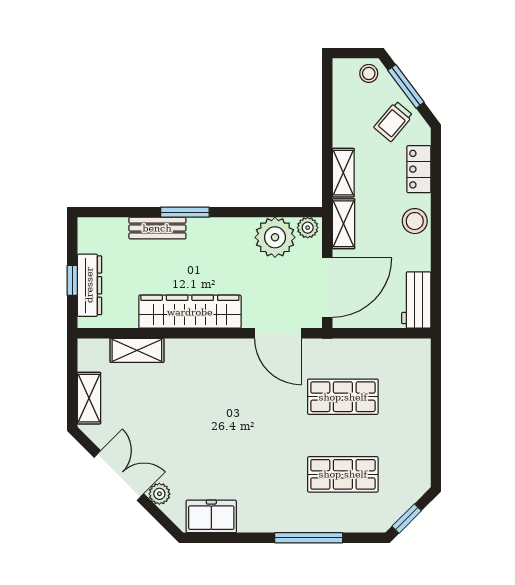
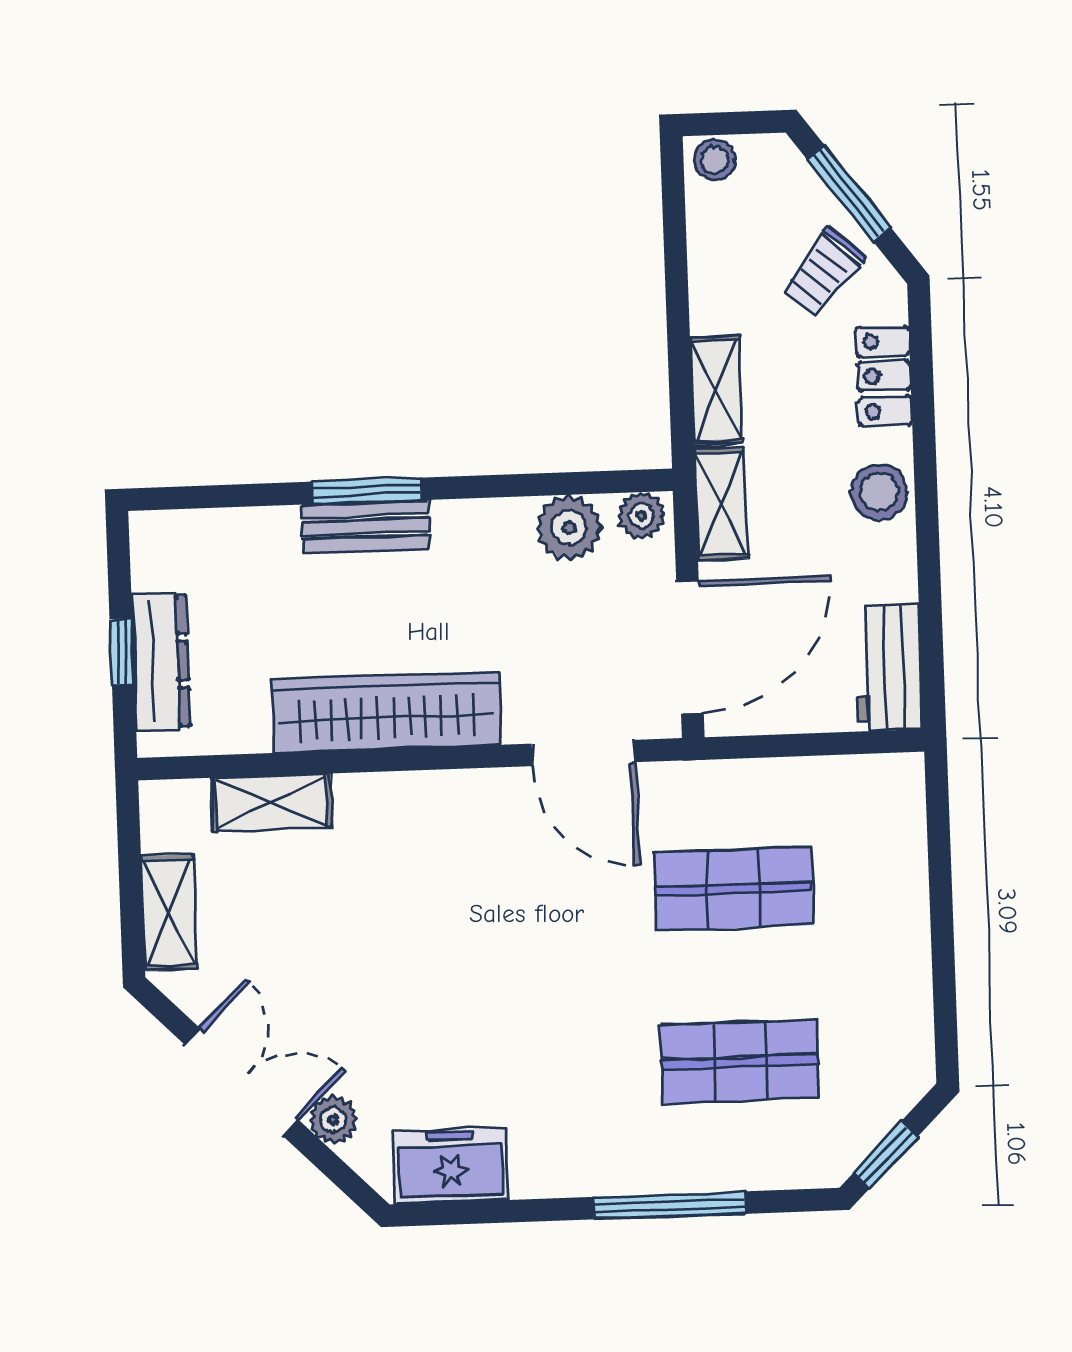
stool: (369, 73) -> (715, 160), moved
bench: (157, 228) -> (366, 526), moved
plant: (275, 237) -> (569, 528), width x0.73, depth x0.73

